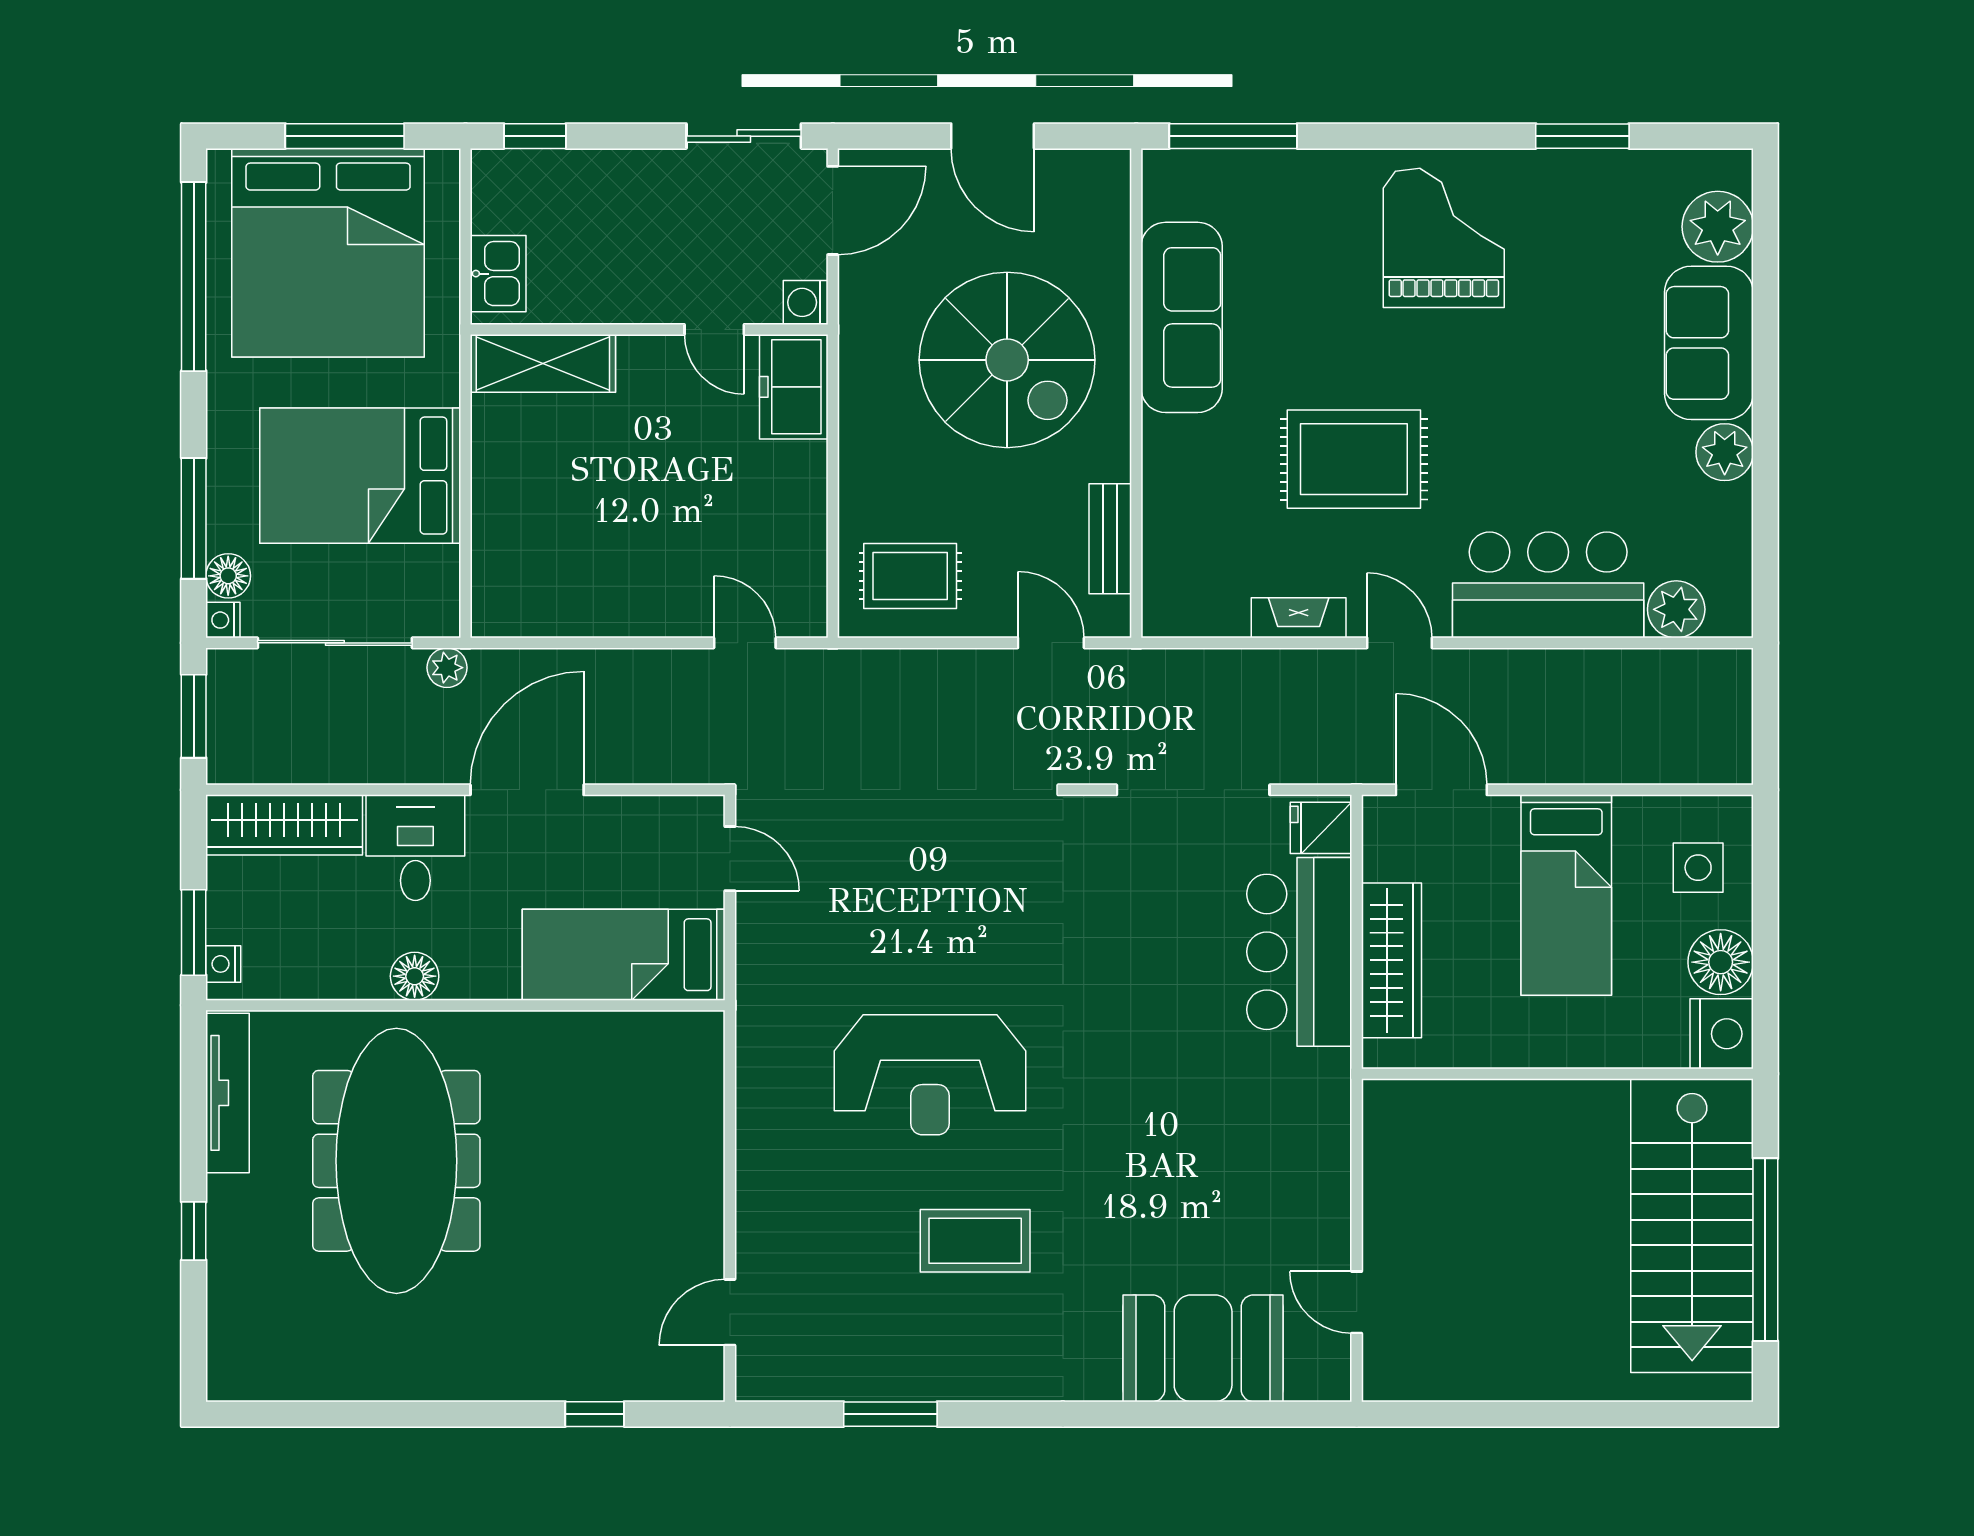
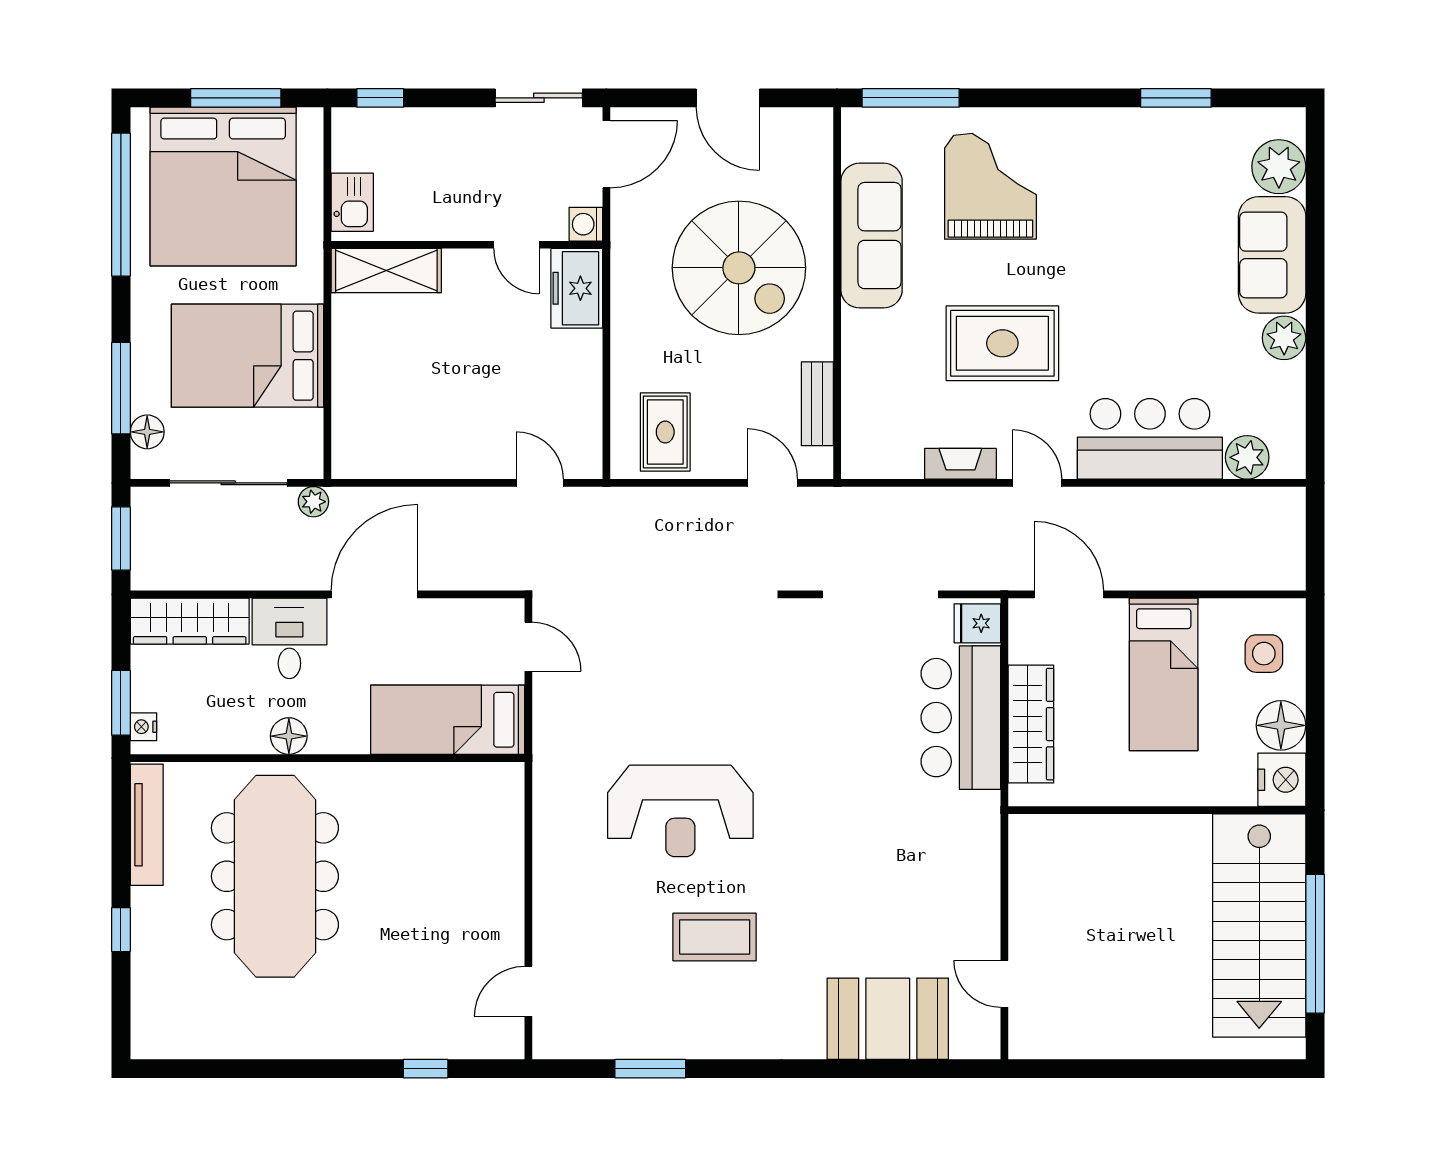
grand piano: (1444, 238) -> (990, 186), moved
rug: (910, 576) -> (665, 432), turned 90
nightstand: (223, 620) -> (143, 465), removed

